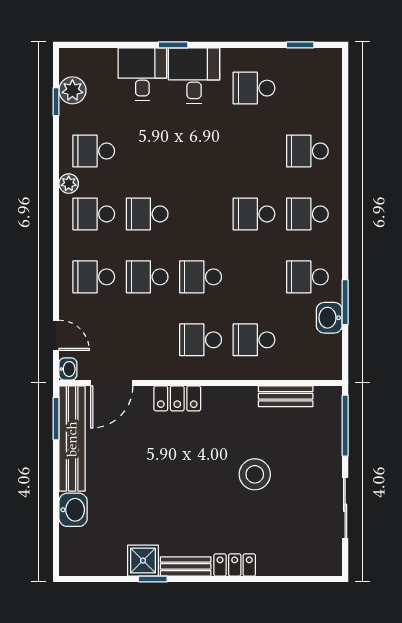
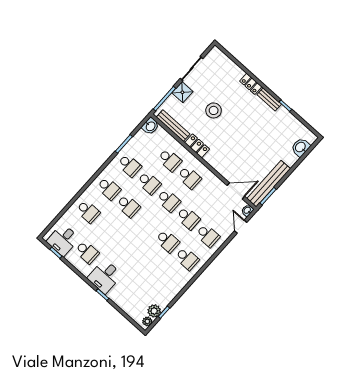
desk: (142, 74) -> (63, 240), moved
school desk: (94, 151) -> (149, 183), moved
plant: (69, 184) -> (147, 321), moved
washbasin: (329, 318) -> (150, 126), moved
bench: (286, 396) -> (173, 126), width x1.36
locker: (177, 398) -> (197, 146), moved
washbasin: (73, 510) -> (301, 147), moved
shower: (143, 561) -> (182, 92), moved

